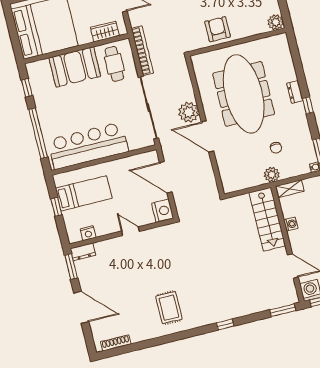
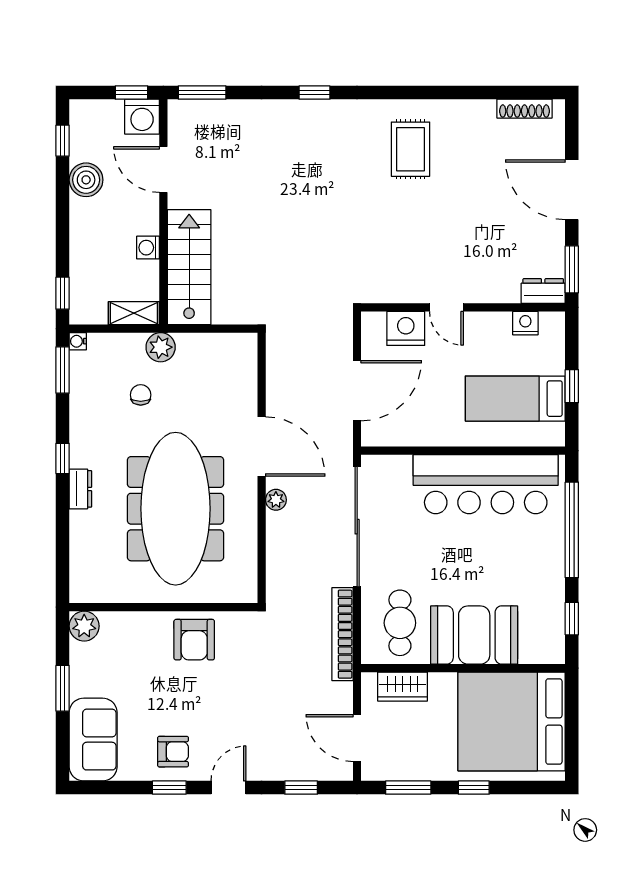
plant: (189, 112) -> (276, 500), width x0.53, depth x0.53
door: (166, 177) -> (357, 391), hinge flipped
nightstand: (163, 211) -> (406, 328), moved, turned 90

